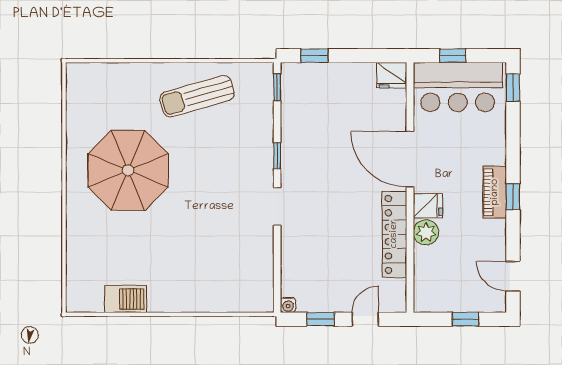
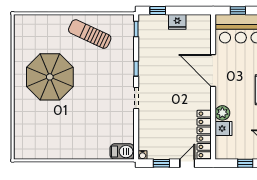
fridge: (392, 75) -> (177, 22), moved
sun lounger: (197, 96) -> (90, 34), turned 41
fridge: (428, 206) -> (224, 128), moved
locker: (394, 234) -> (204, 134), moved
barbecue: (126, 299) -> (122, 152), moved

